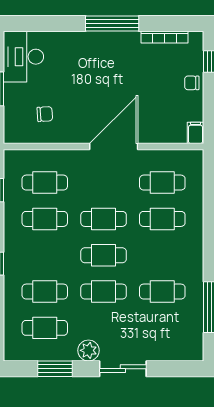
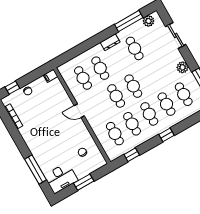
window: (112, 24) -> (35, 170), moved
door: (114, 147) -> (79, 111), width x0.53
dresser: (195, 258) -> (110, 42), added
cafe table: (104, 292) -> (149, 114), moved
plant: (193, 339) -> (148, 21), added
sliding door: (123, 369) -> (176, 35), moved

